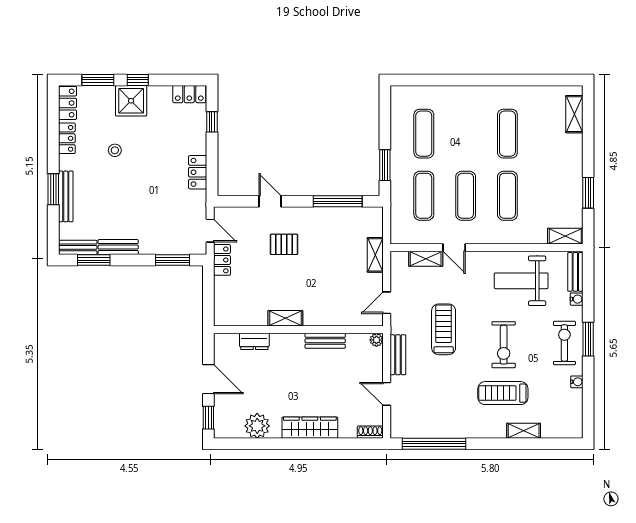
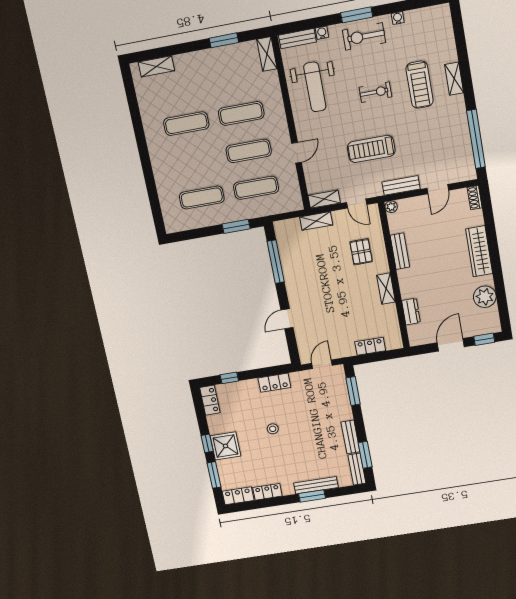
stool: (115, 150) -> (273, 429), moved
pallet: (284, 244) -> (361, 252), moved
shelving: (426, 259) -> (324, 199), moved, turned 90
locker: (222, 260) -> (370, 346), moved
exercise bike: (504, 345) -> (375, 92), width x0.73, depth x0.72
shelving: (524, 431) -> (454, 79), moved

